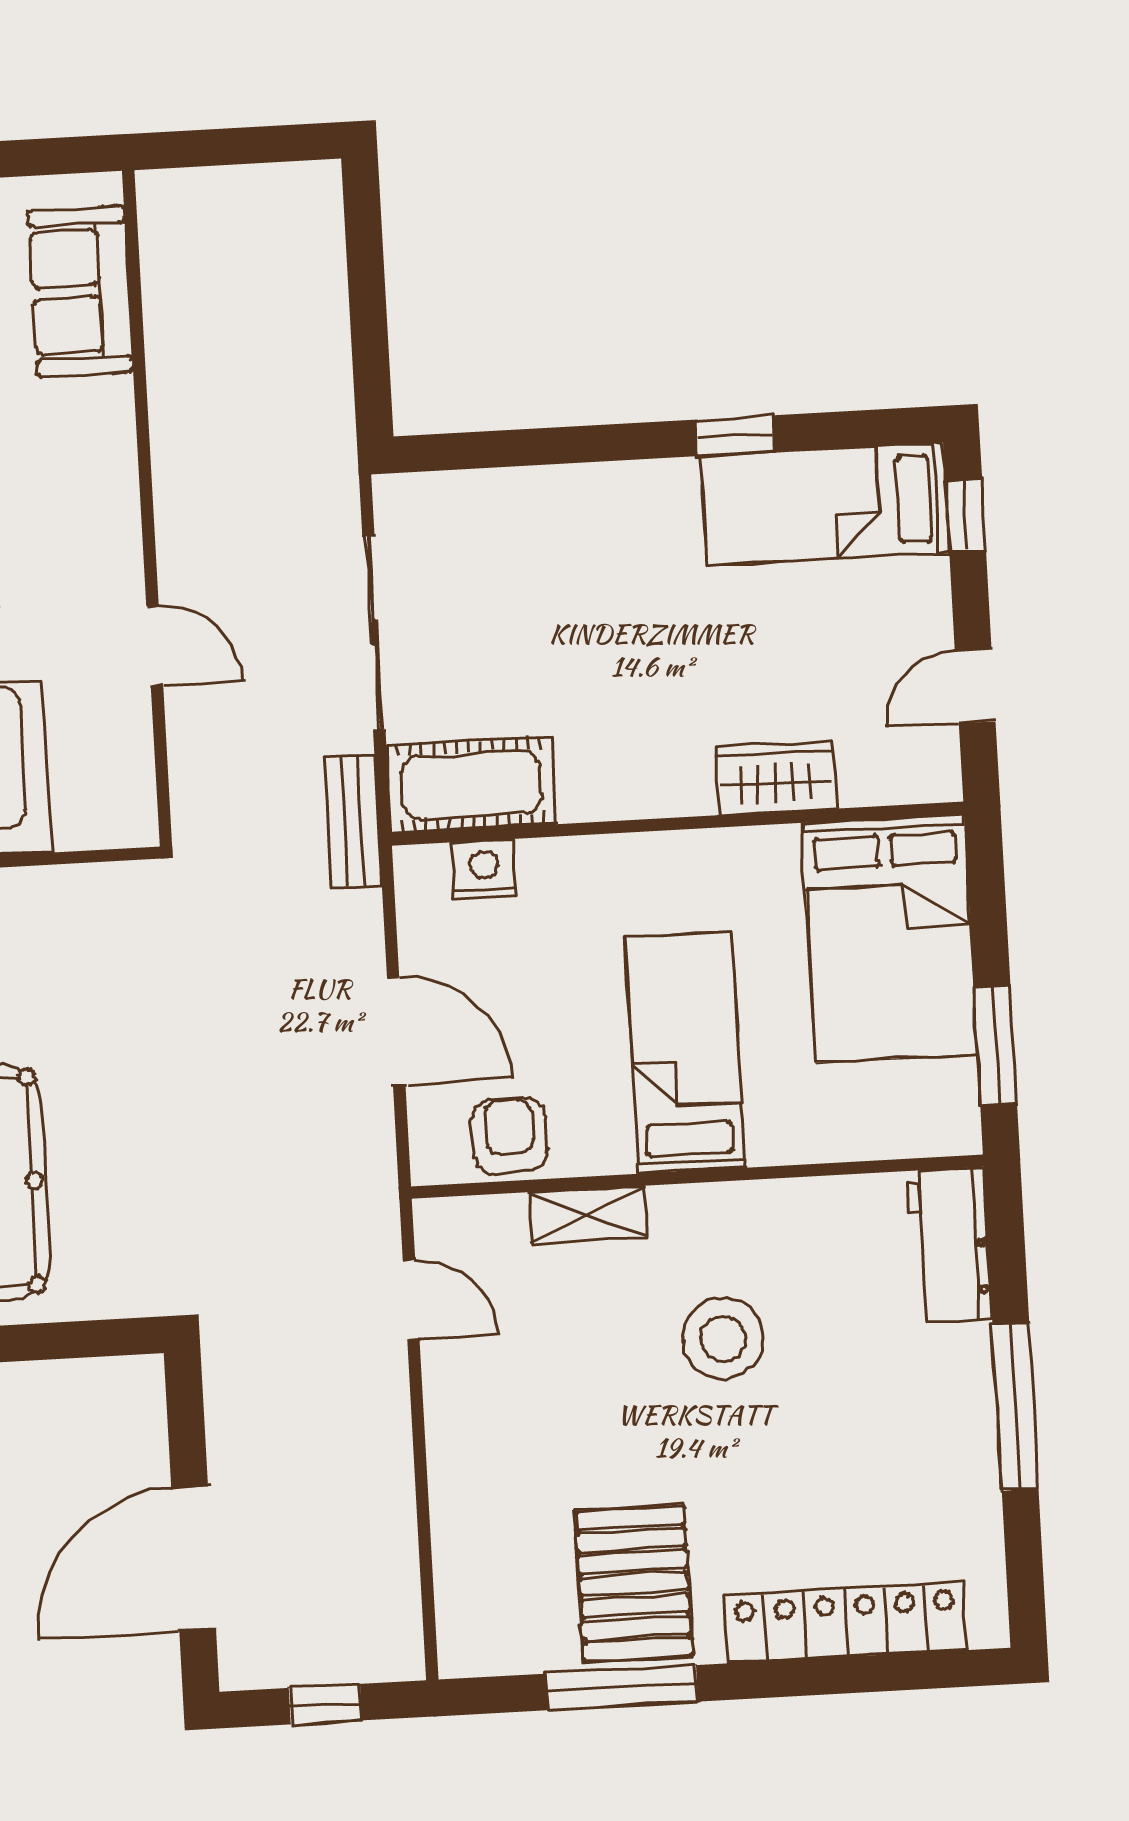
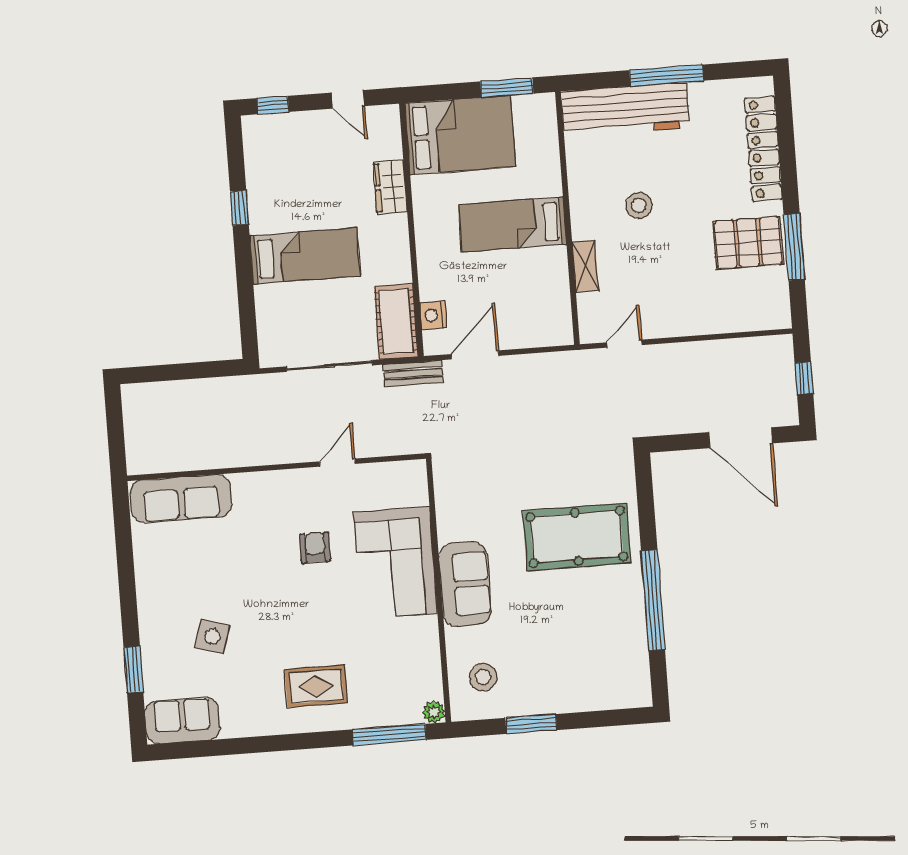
sofa: (81, 291) -> (181, 498), width x1.36
bed: (825, 504) -> (305, 256), moved, turned -90
door: (396, 1032) -> (475, 355), moved
armchair: (509, 1136) -> (551, 302), removed
workbench: (949, 1245) -> (625, 110), width x1.88, depth x1.32
stool: (723, 1339) -> (639, 205), width x0.73, depth x0.73

